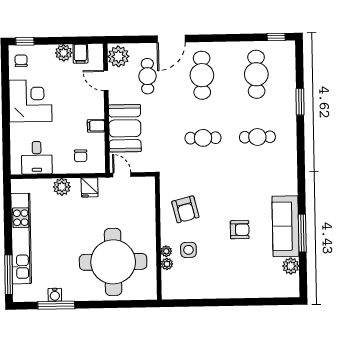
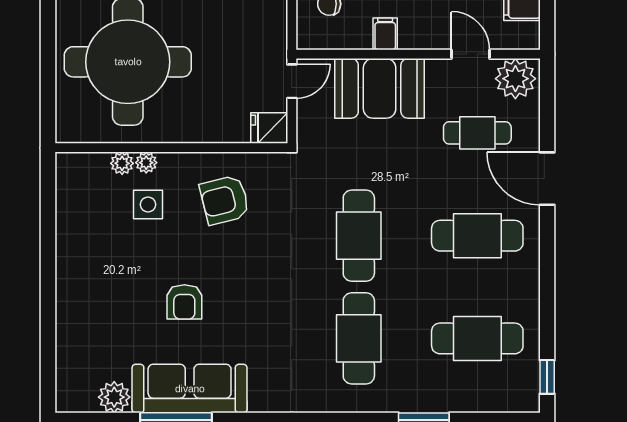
door: (106, 80) -> (470, 54), hinge flipped
cafe table: (257, 137) -> (359, 338), width x1.37, depth x1.35
cafe table: (203, 138) -> (359, 236), width x1.37, depth x1.35
fridge: (90, 187) -> (269, 128), moved

